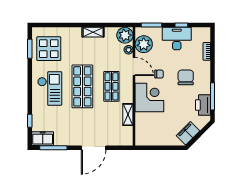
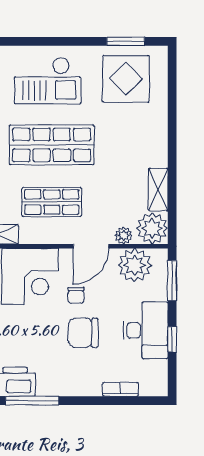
shelving: (93, 32) -> (158, 190), moved
chair: (186, 77) -> (83, 333), moved, turned 180

